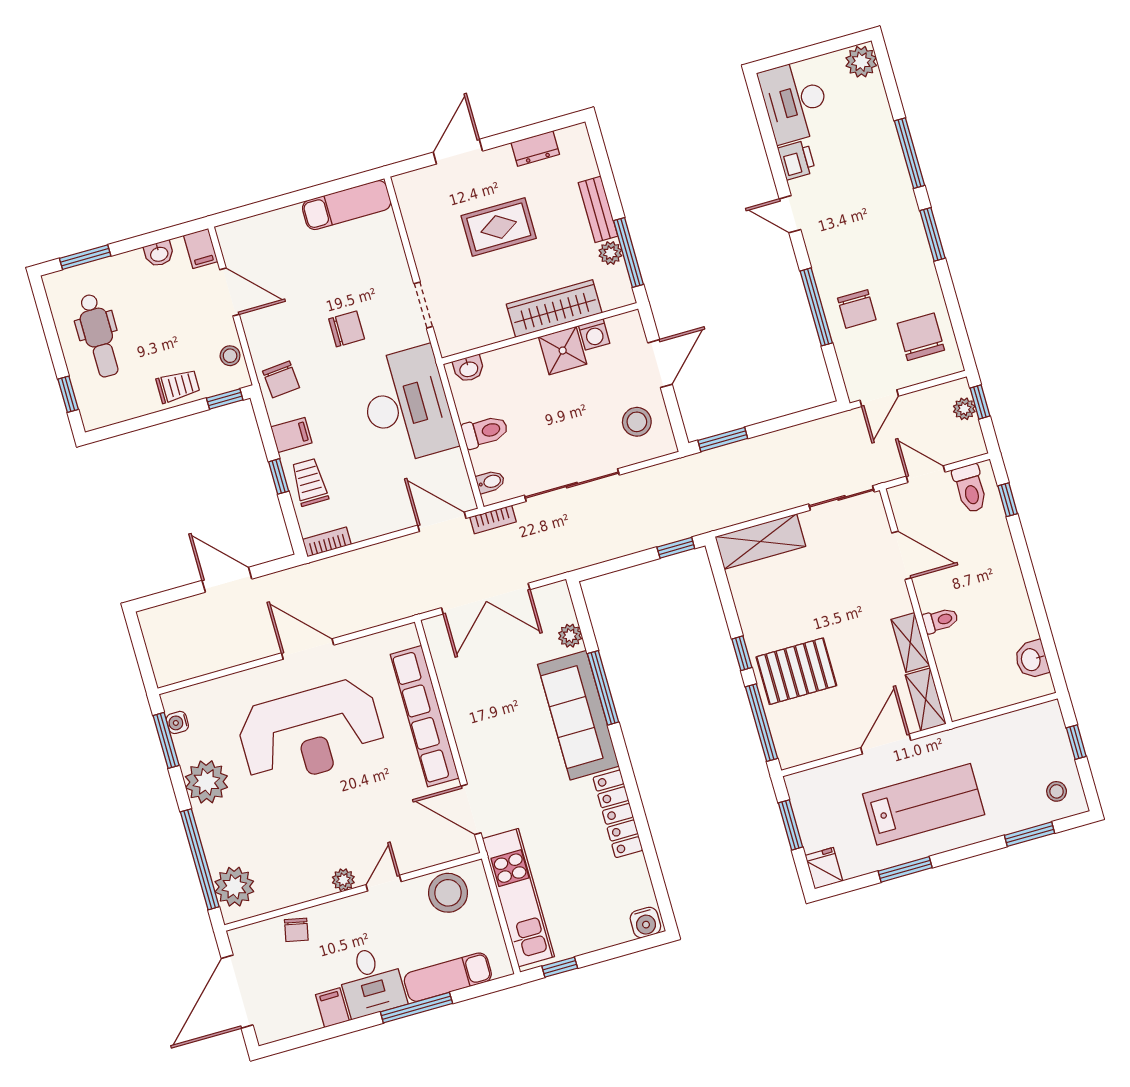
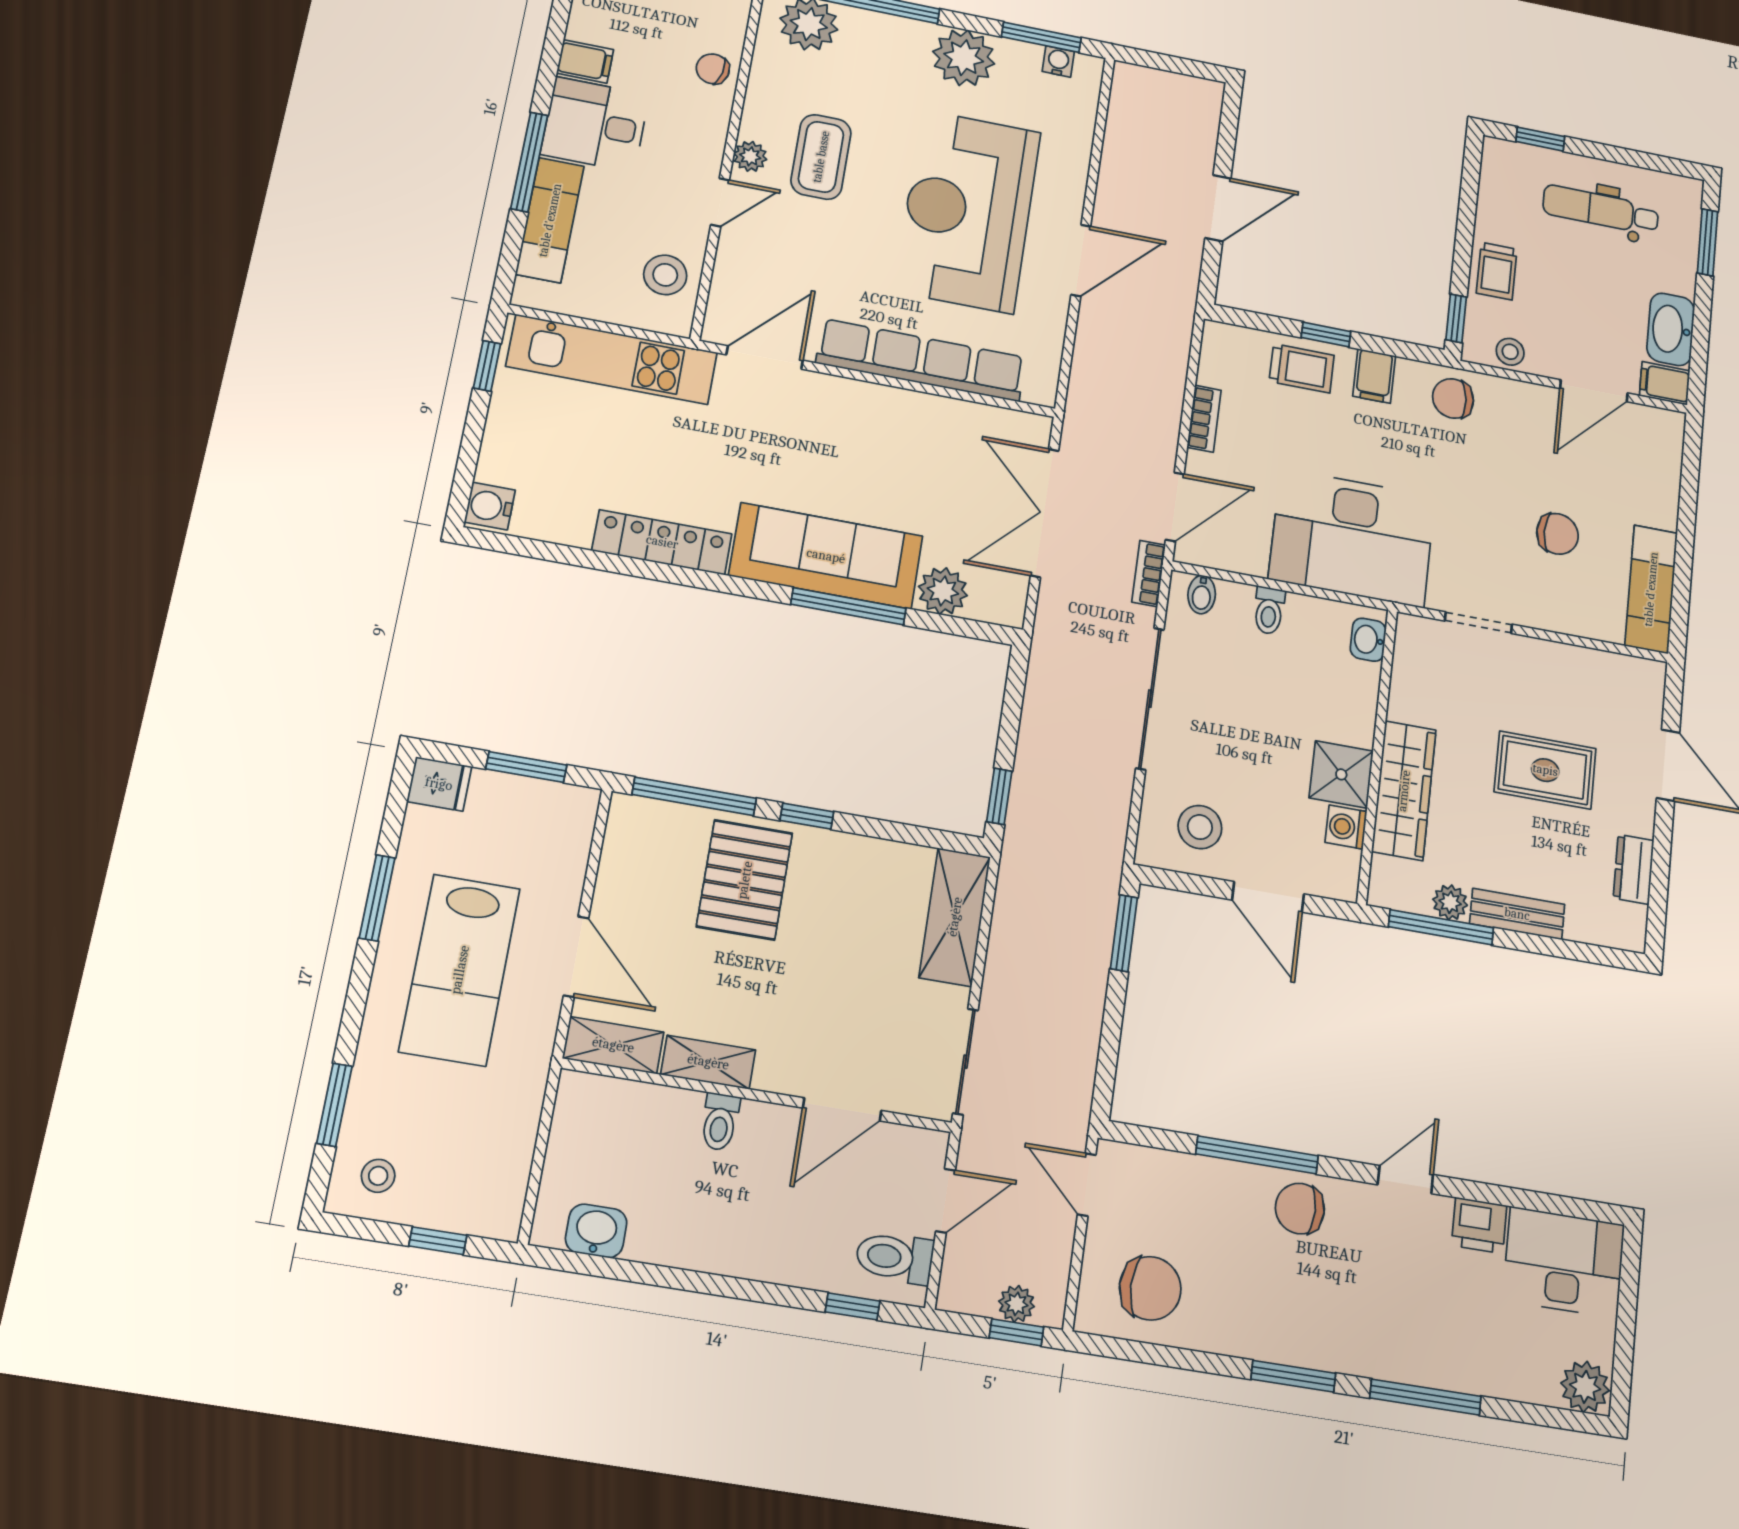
rug: (499, 227) -> (1545, 770), turned 90
washbasin: (159, 254) -> (1671, 329), width x1.91, depth x1.45
chair: (857, 309) -> (1300, 1209), moved
chair: (347, 329) -> (1557, 534), moved, turned -90
toilet: (485, 432) -> (1269, 611), width x0.73, depth x0.72
bookcase: (327, 542) -> (1204, 419), moved
plant: (570, 636) -> (943, 591), width x1.38, depth x1.38
coffee table: (321, 837) -> (821, 157), added
door: (384, 883) -> (720, 202), hinge flipped
stool: (448, 893) -> (665, 275), width x0.73, depth x0.73

